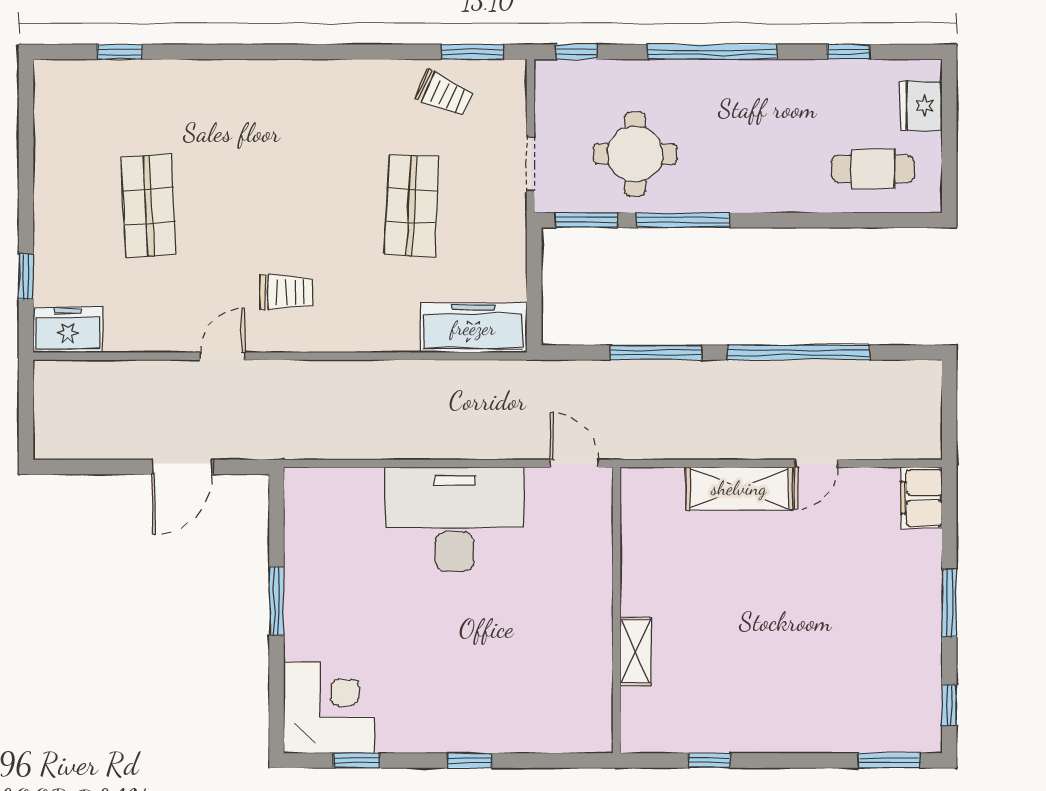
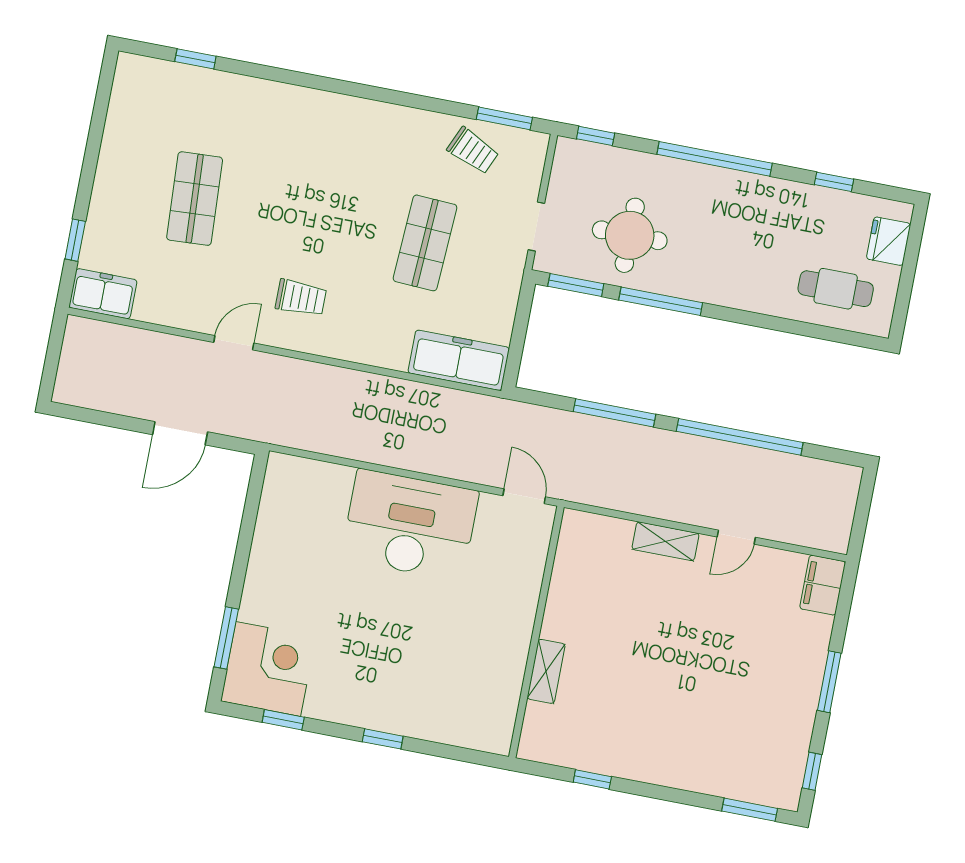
shelving: (739, 488) -> (665, 541), width x0.67, depth x0.75
window: (276, 601) -> (226, 638), moved

